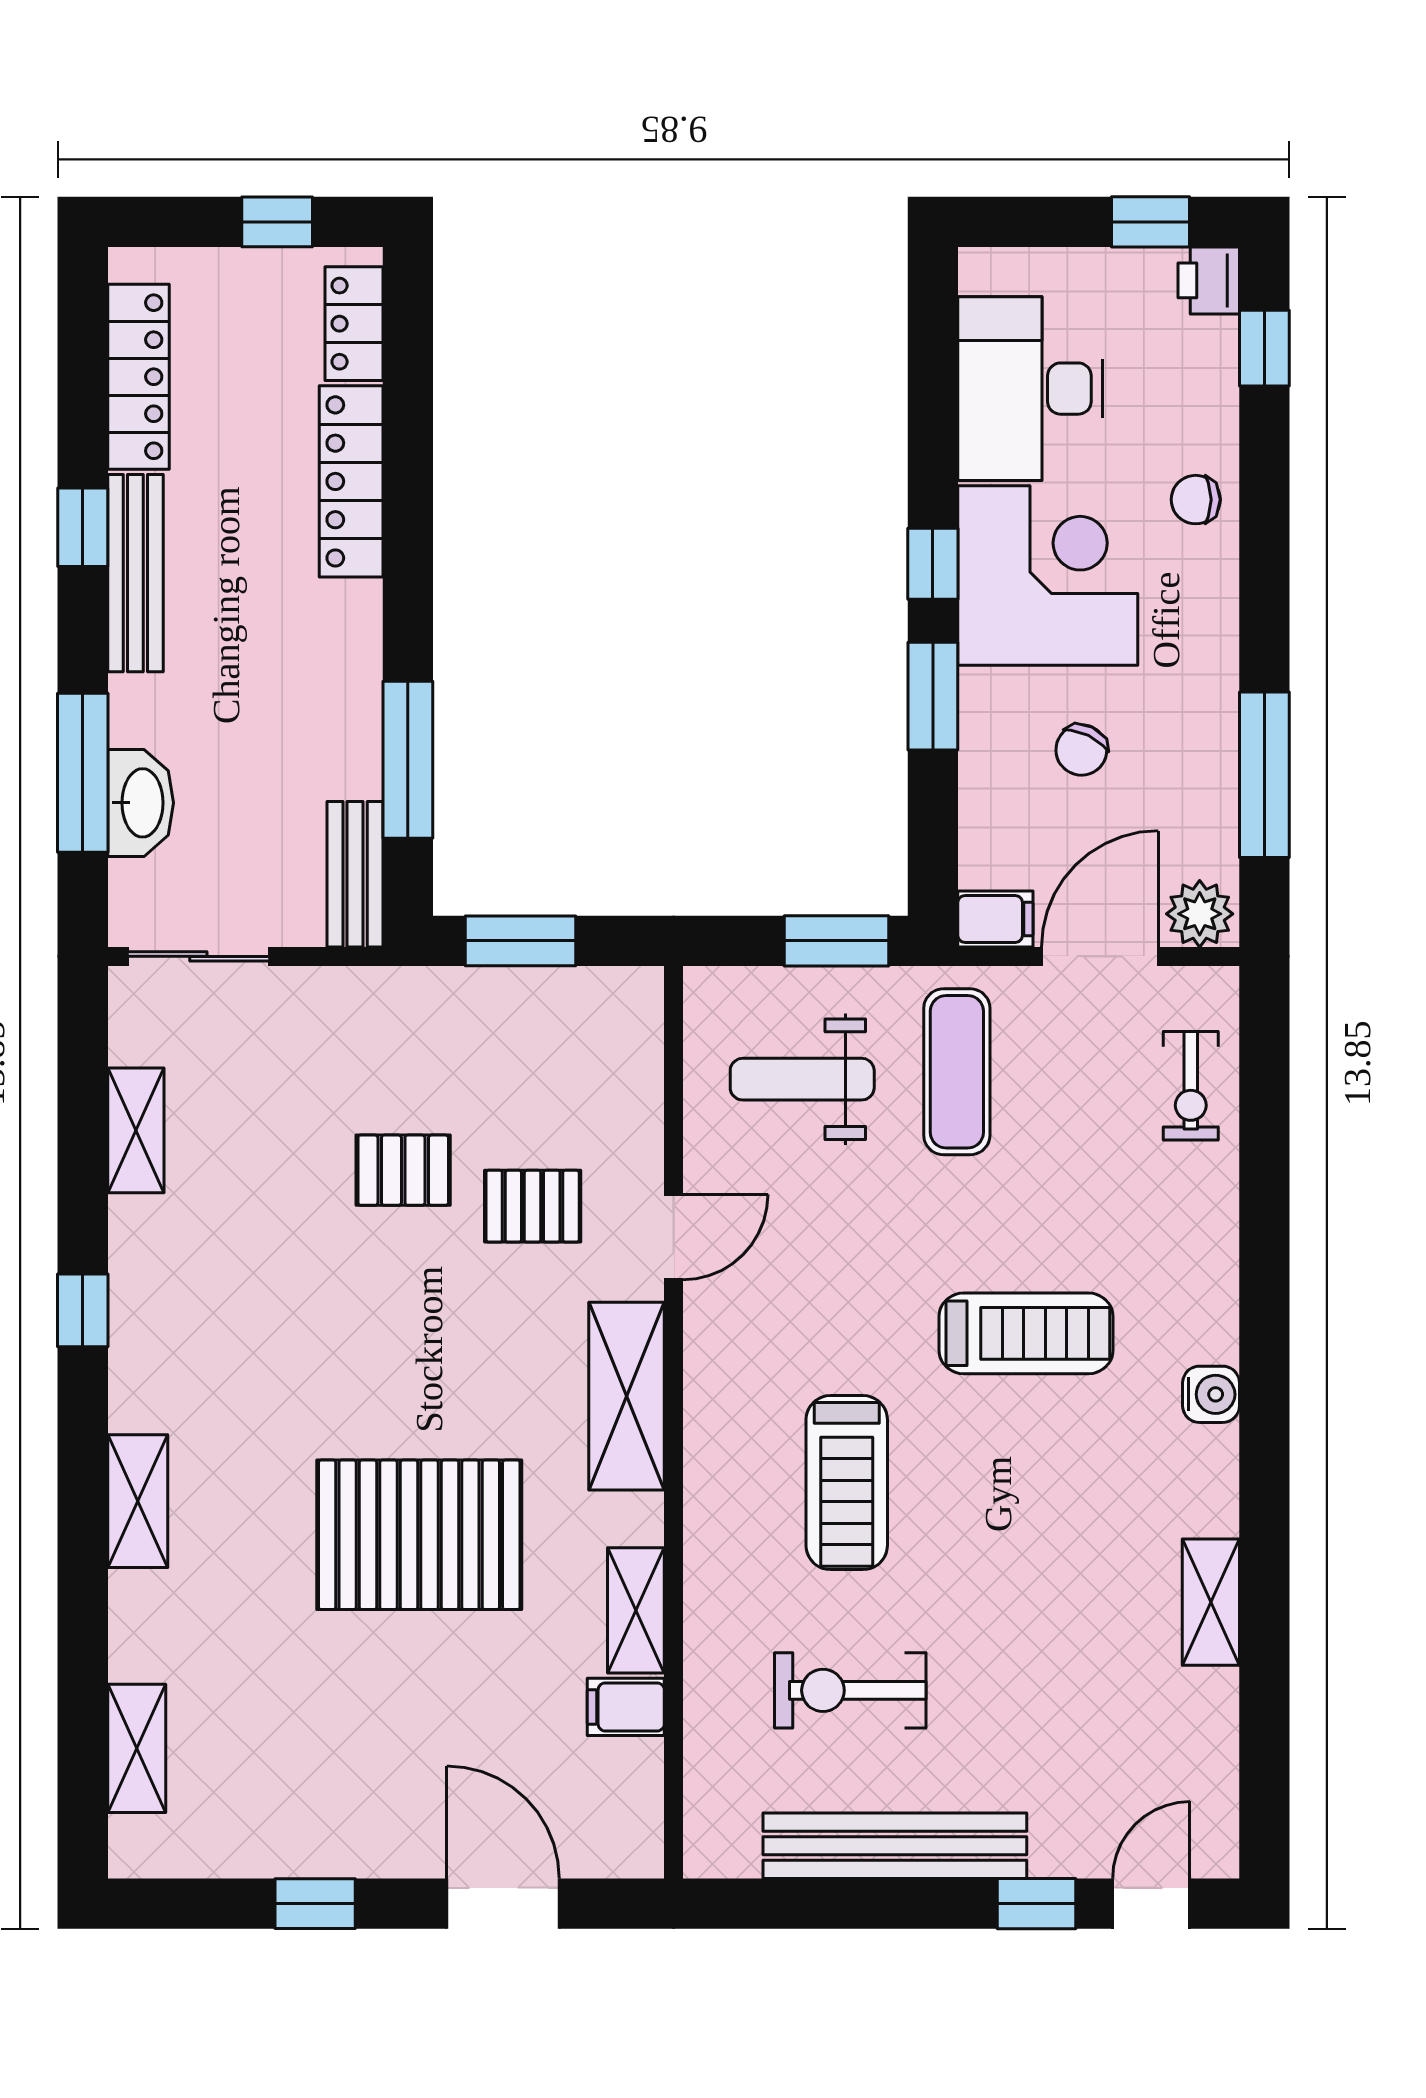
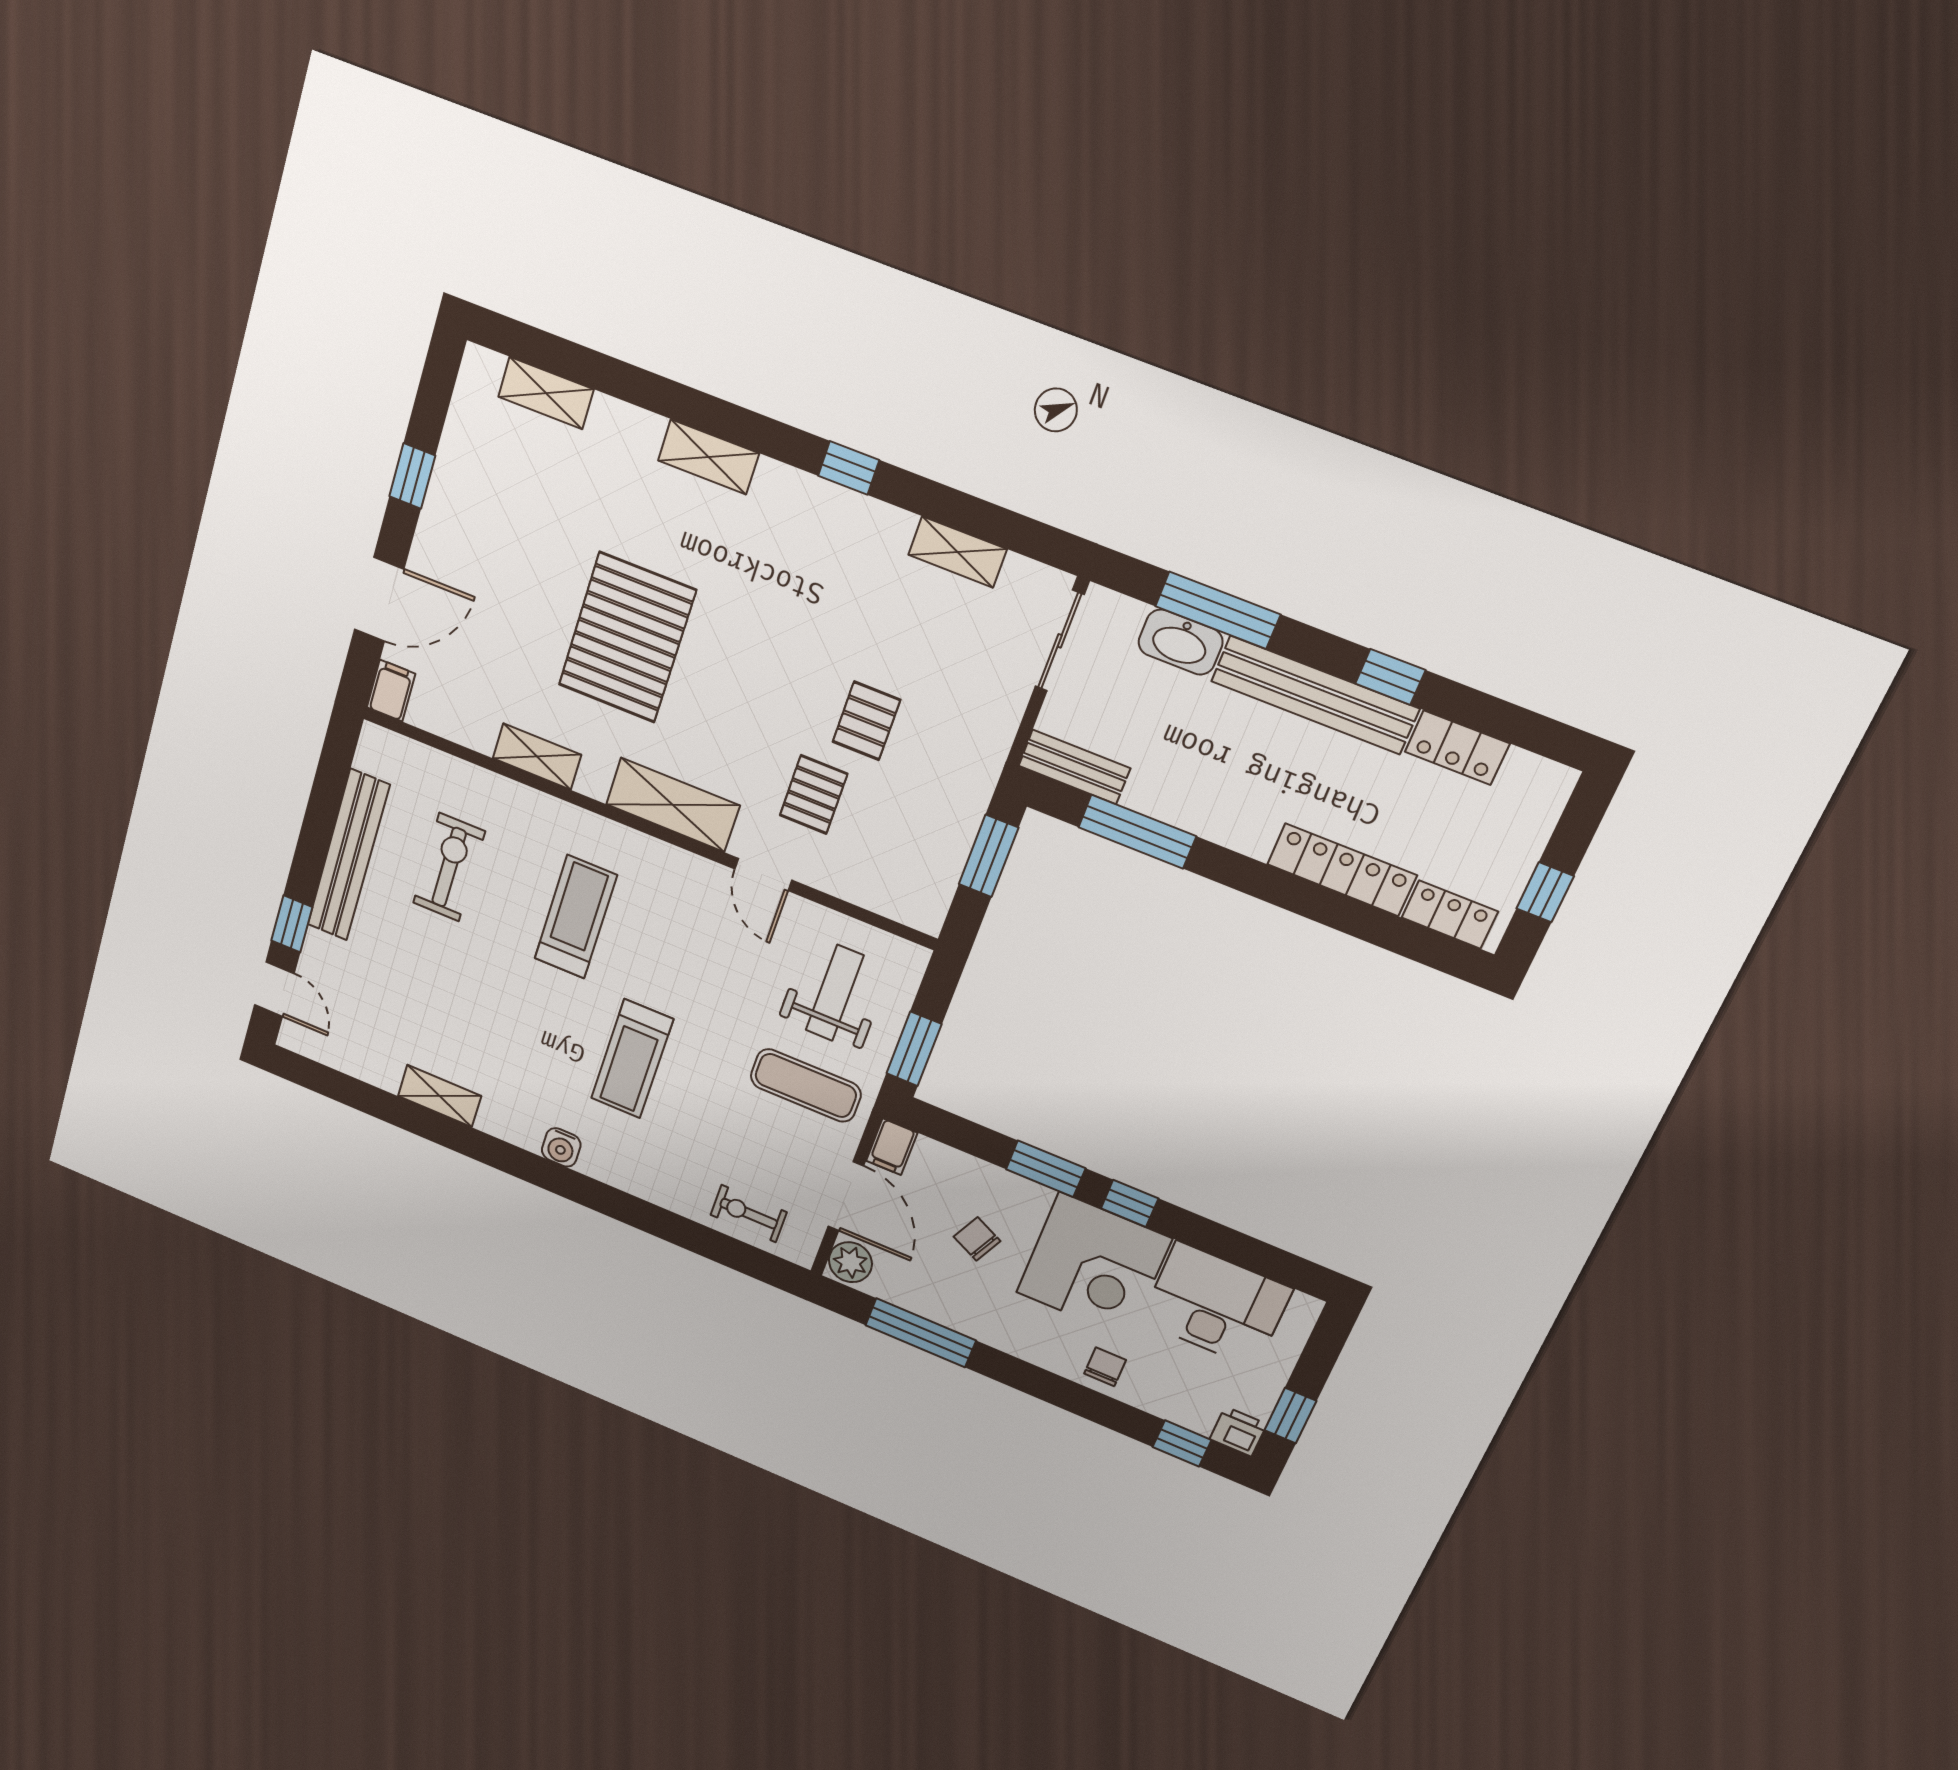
locker: (138, 377) -> (1457, 748), width x0.66
bench: (135, 573) -> (1315, 695), width x1.37, depth x1.21
treadmill: (847, 1483) -> (576, 917), turned 90
filing cabinet: (626, 1707) -> (391, 691), moved

